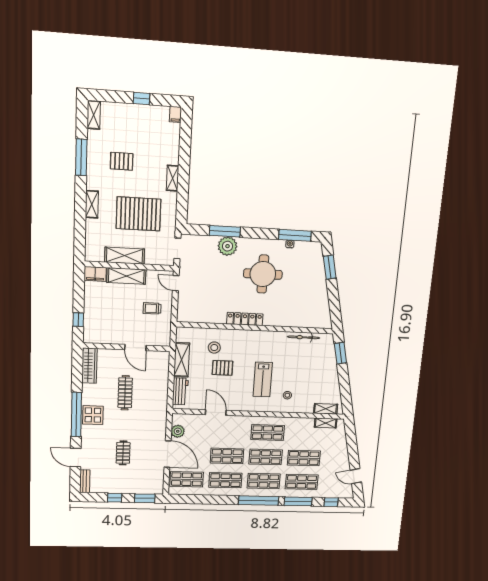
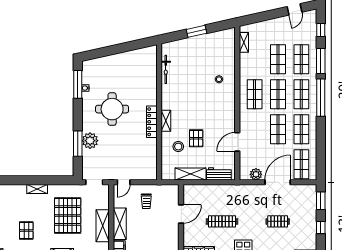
window: (330, 267) -> (103, 52), removed
window: (340, 353) -> (197, 31), moved
lab bench: (263, 379) -> (205, 102), removed
shelving: (326, 409) -> (166, 121), moved

